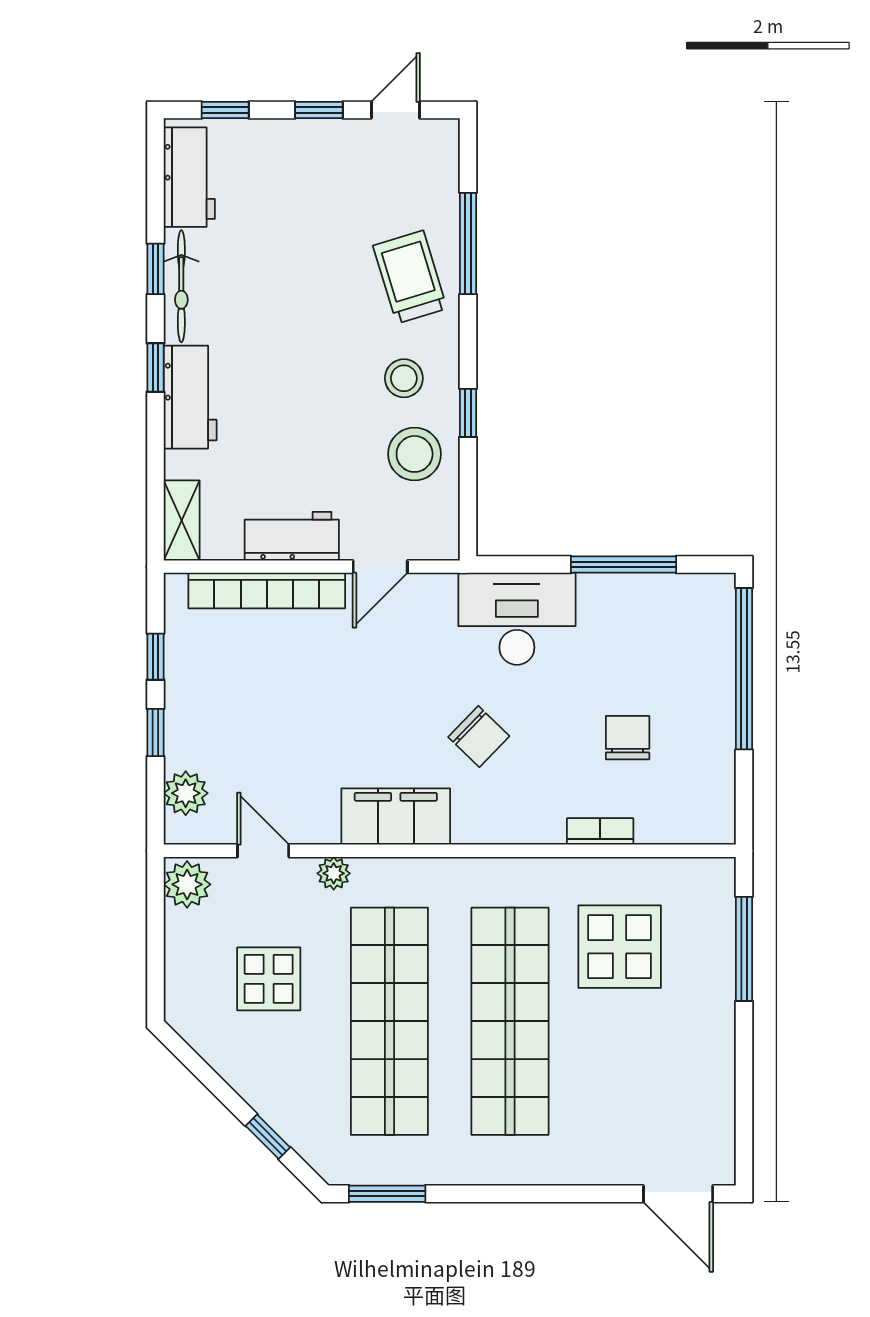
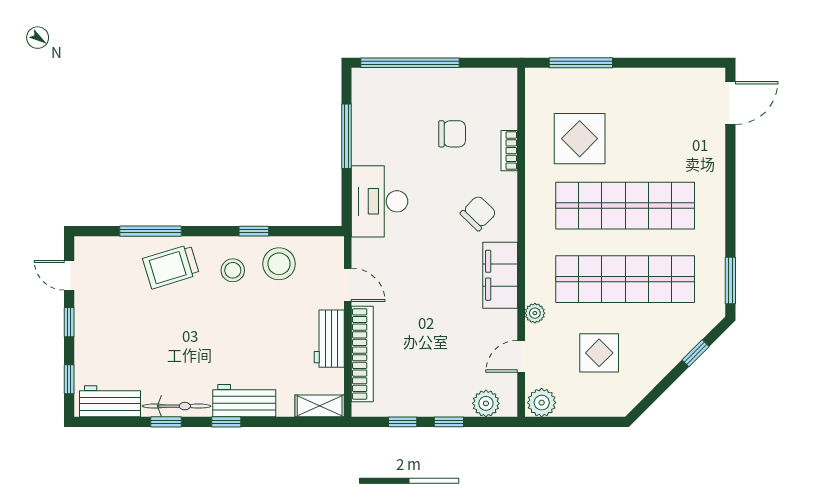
chair: (479, 737) -> (478, 213), moved
chair: (628, 738) -> (452, 134), turned 180

